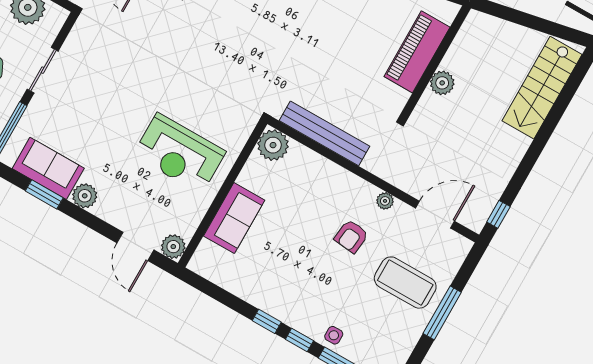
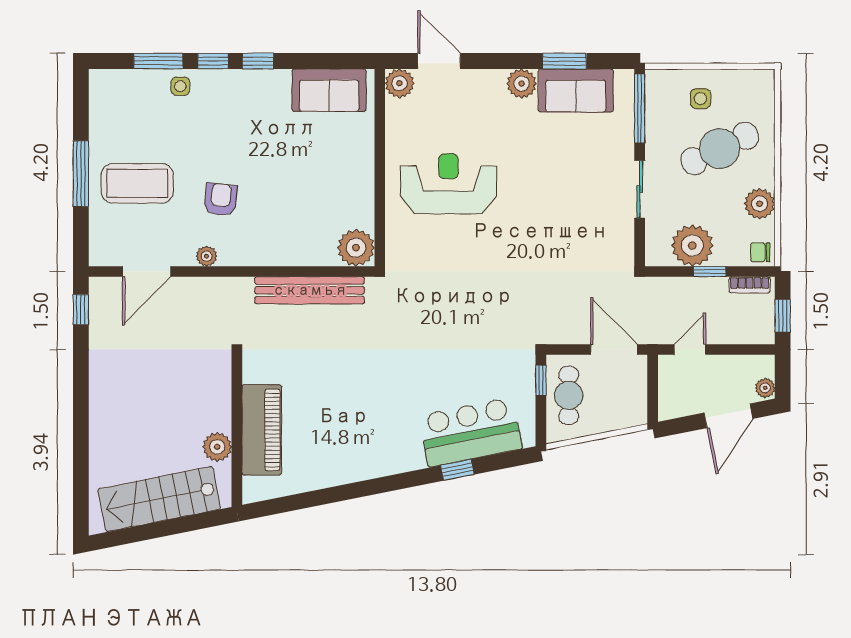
plant: (442, 83) -> (217, 447), moved
stairs: (542, 88) -> (159, 499), moved, turned -101
sofa: (234, 218) -> (329, 90), moved, turned -90

